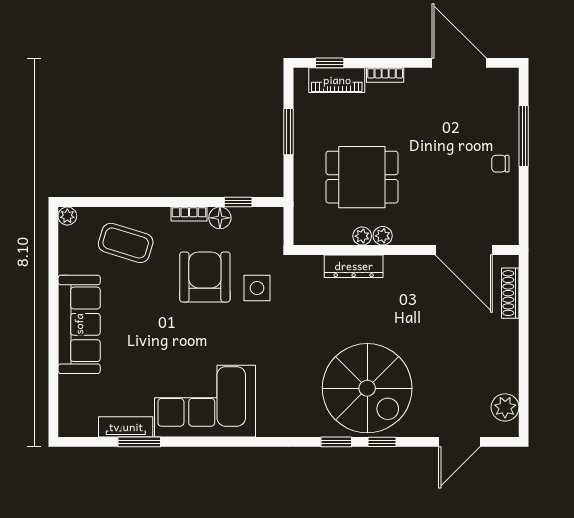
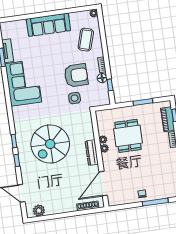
dresser: (354, 266) -> (92, 153), moved
spiral stairs: (367, 388) -> (50, 144), moved

